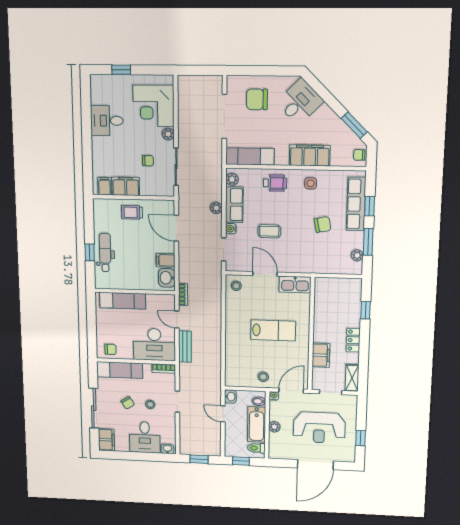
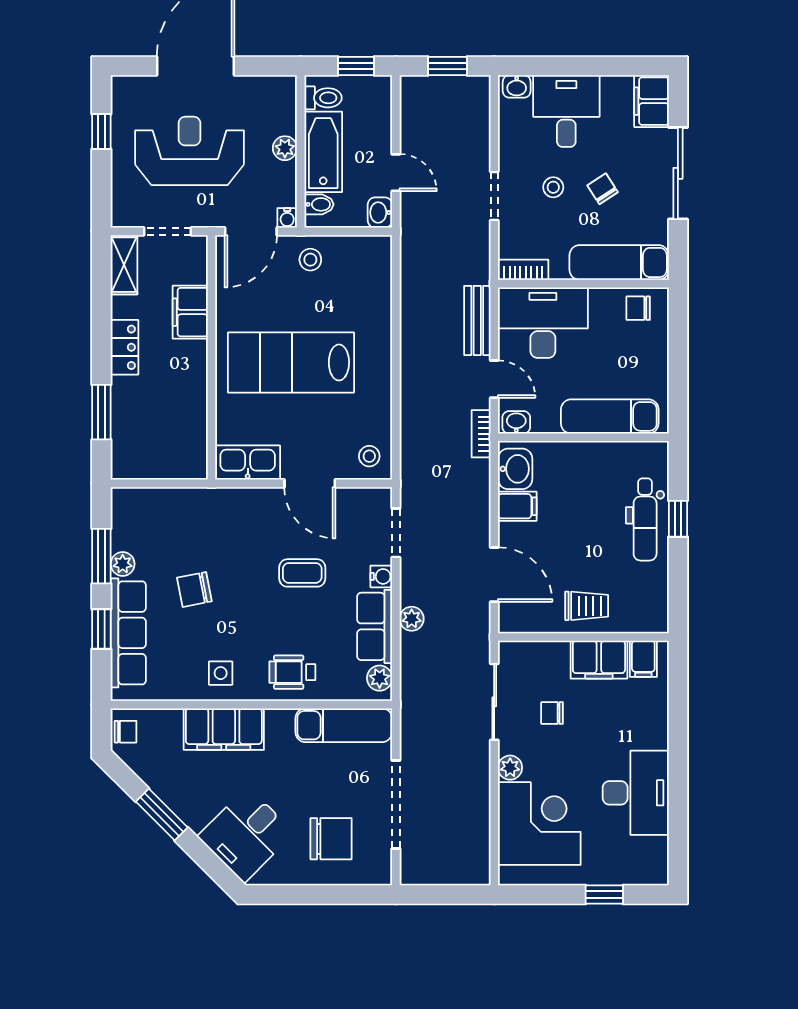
desk: (107, 121) -> (636, 793), width x1.37
window: (354, 125) -> (162, 814), moved
plant: (357, 255) -> (123, 564), moved
washbasin: (166, 299) -> (516, 422), added
window: (365, 310) -> (101, 412), width x1.50
lab bench: (273, 330) -> (291, 362), width x1.36, depth x1.39

